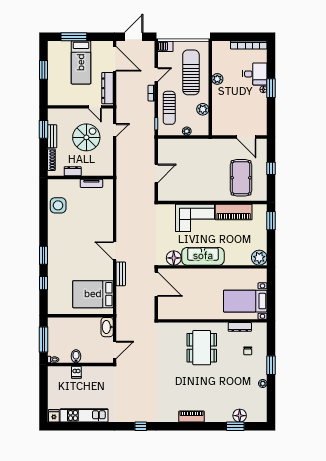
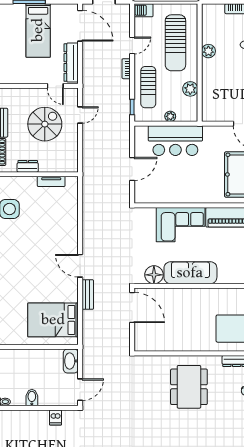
sun lounger: (191, 72) -> (175, 43), turned 180
bar counter: (191, 151) -> (175, 141), added
dishwasher: (76, 372) -> (55, 417), moved

